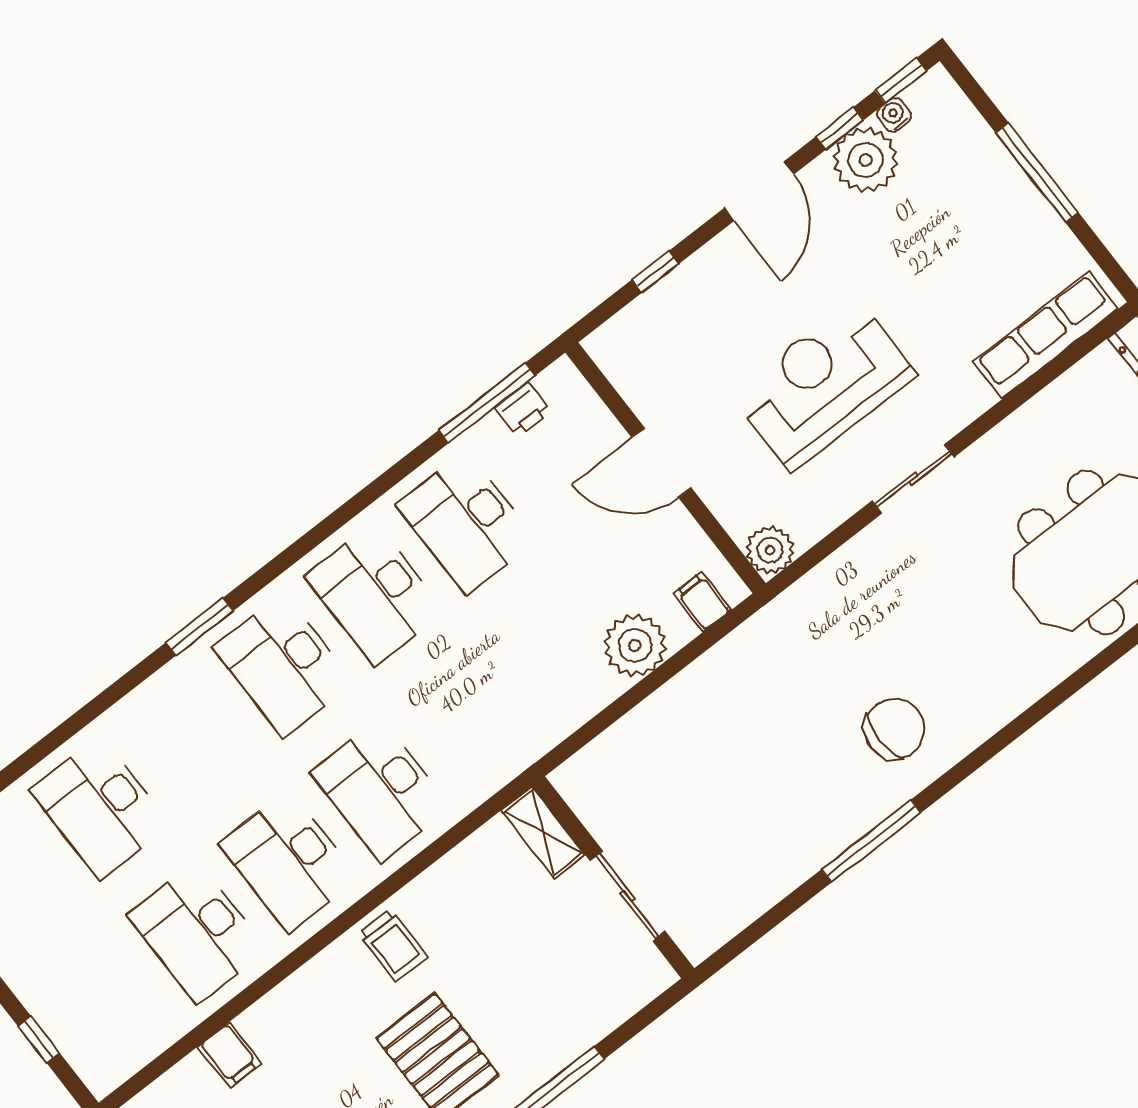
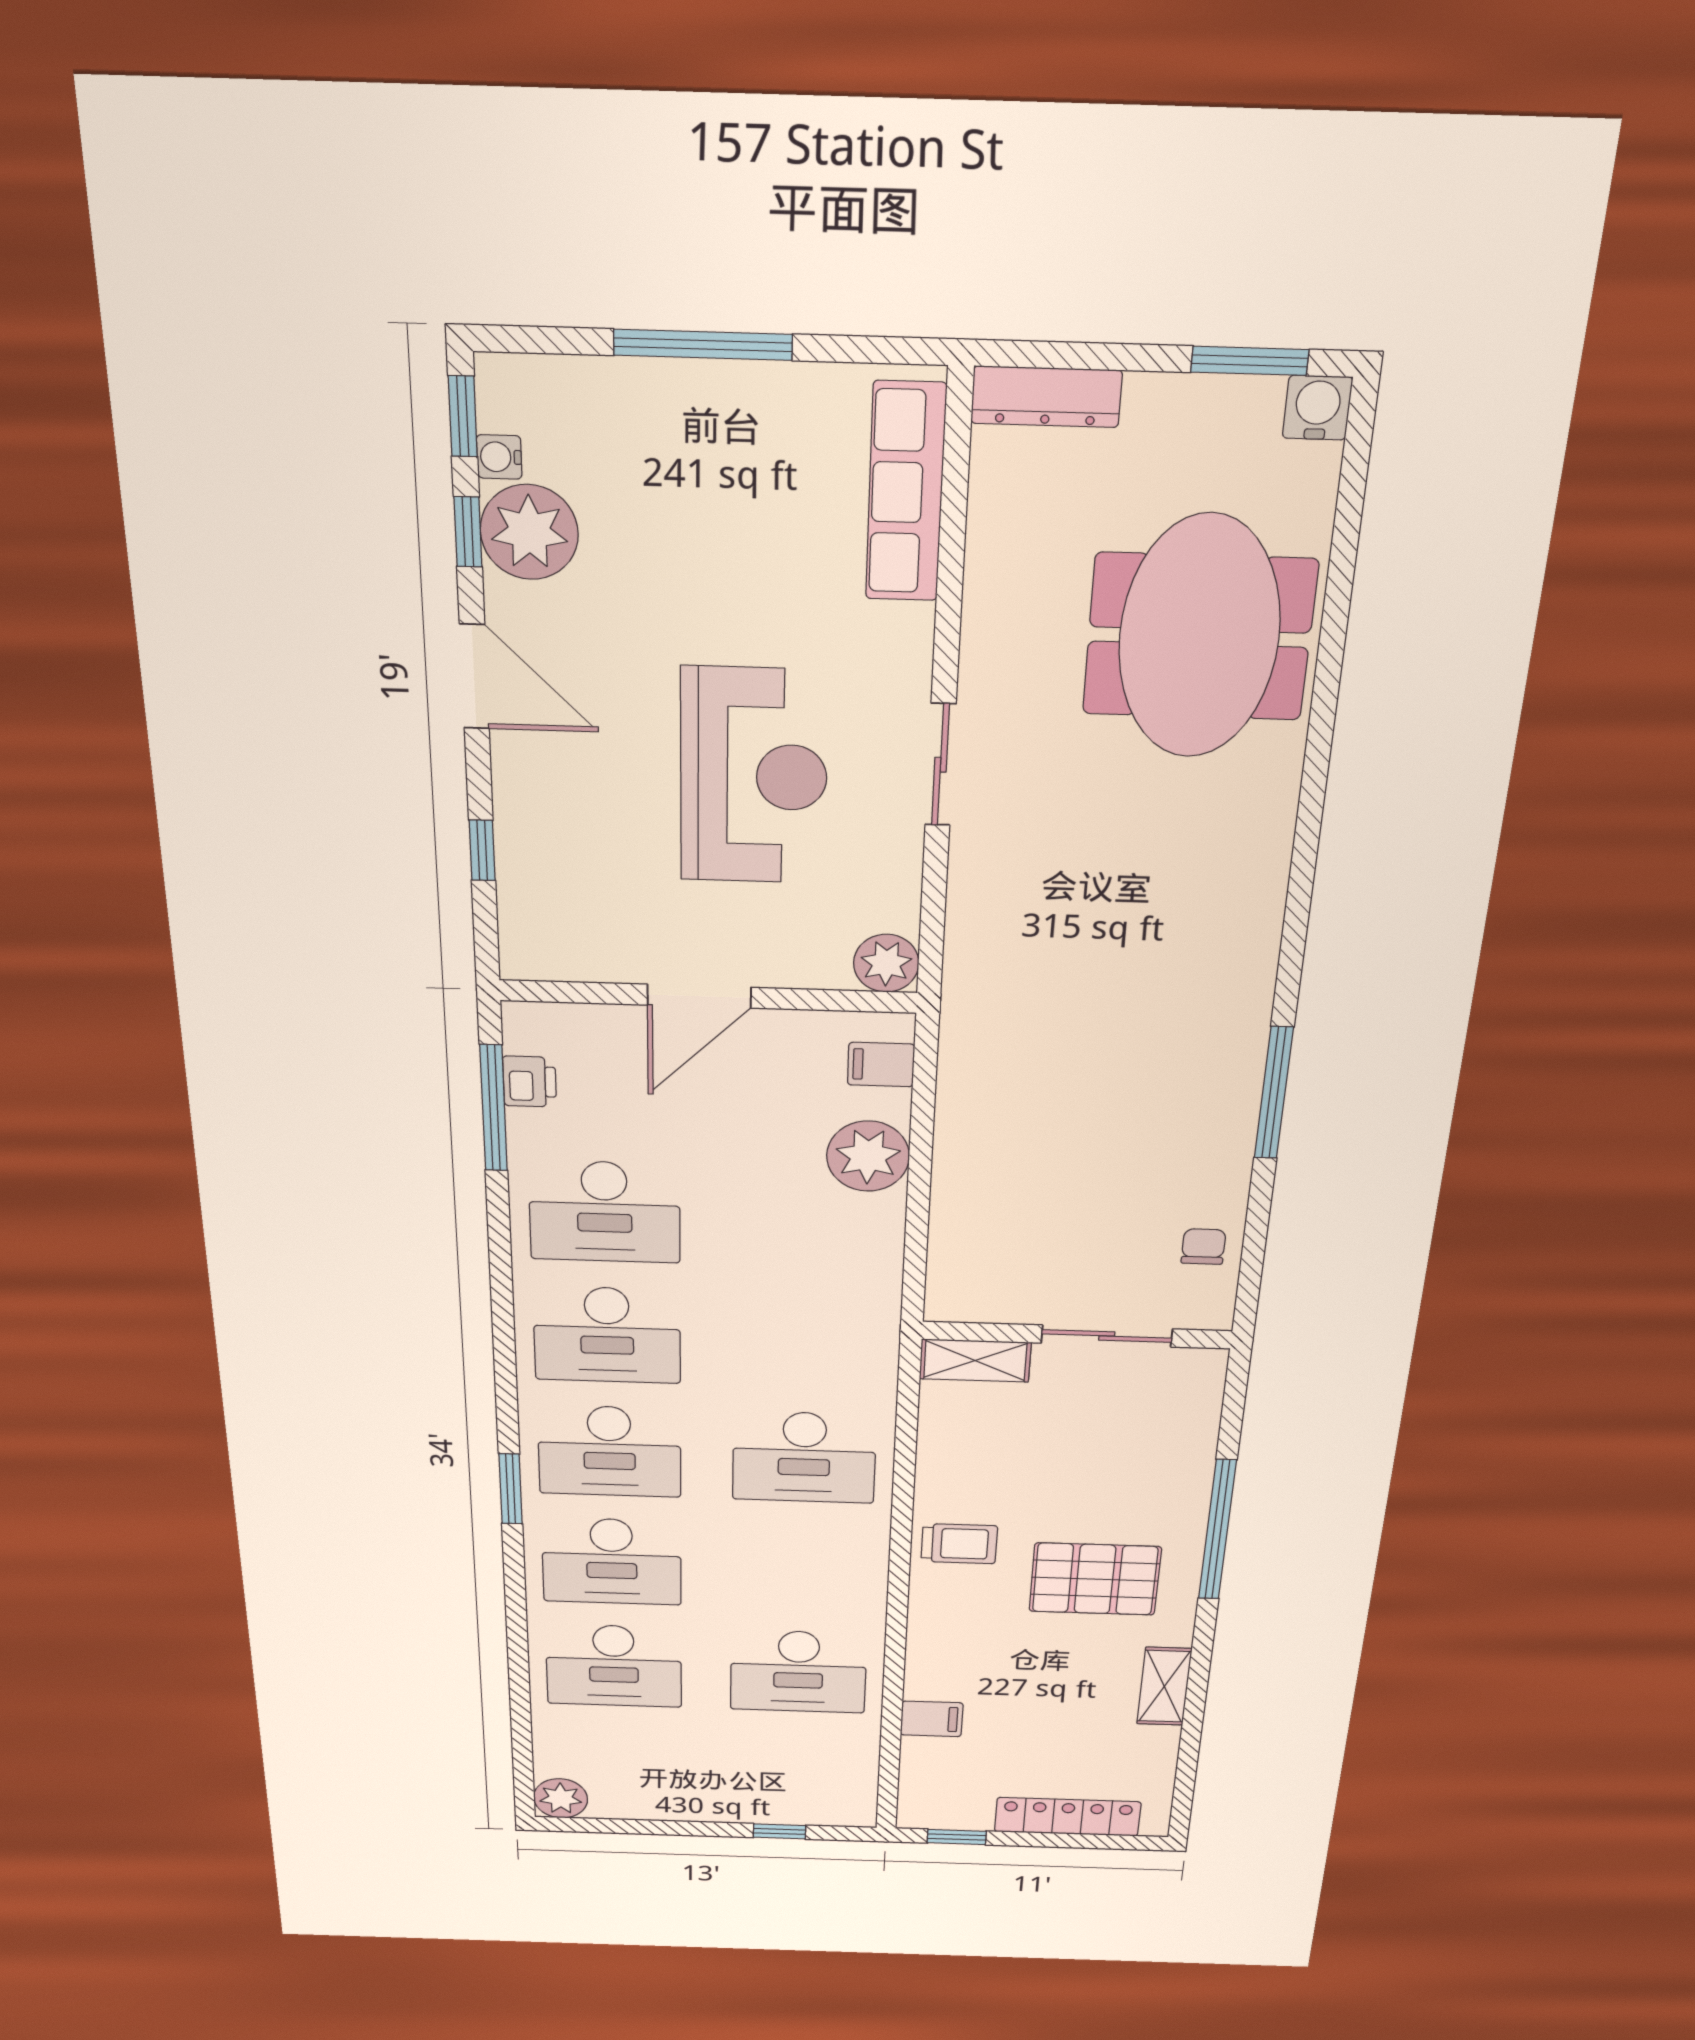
reception desk: (823, 385) -> (754, 776), turned 180
chair: (894, 729) -> (1203, 1247), moved, width x0.54, depth x0.54
desk: (289, 861) -> (612, 1561), moved

